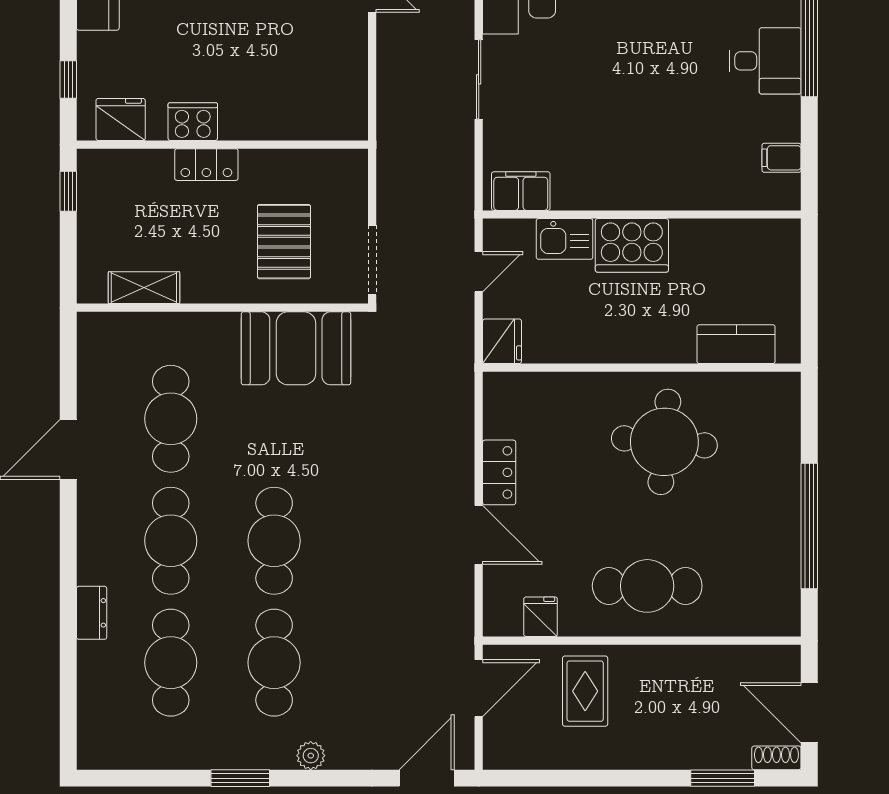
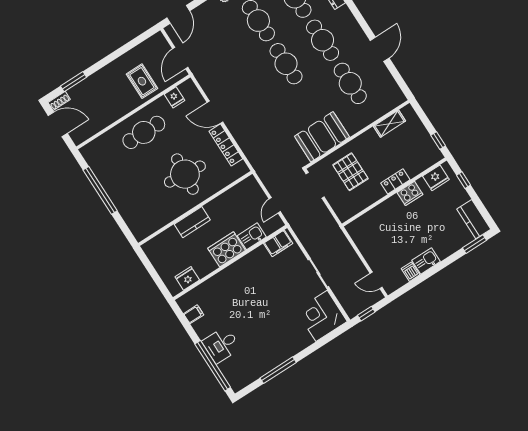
fridge: (502, 341) -> (187, 278), moved, turned 90
kitchen counter: (736, 344) -> (192, 222), moved
round table: (664, 442) -> (185, 174), moved
locker: (499, 472) -> (226, 145), width x1.53

